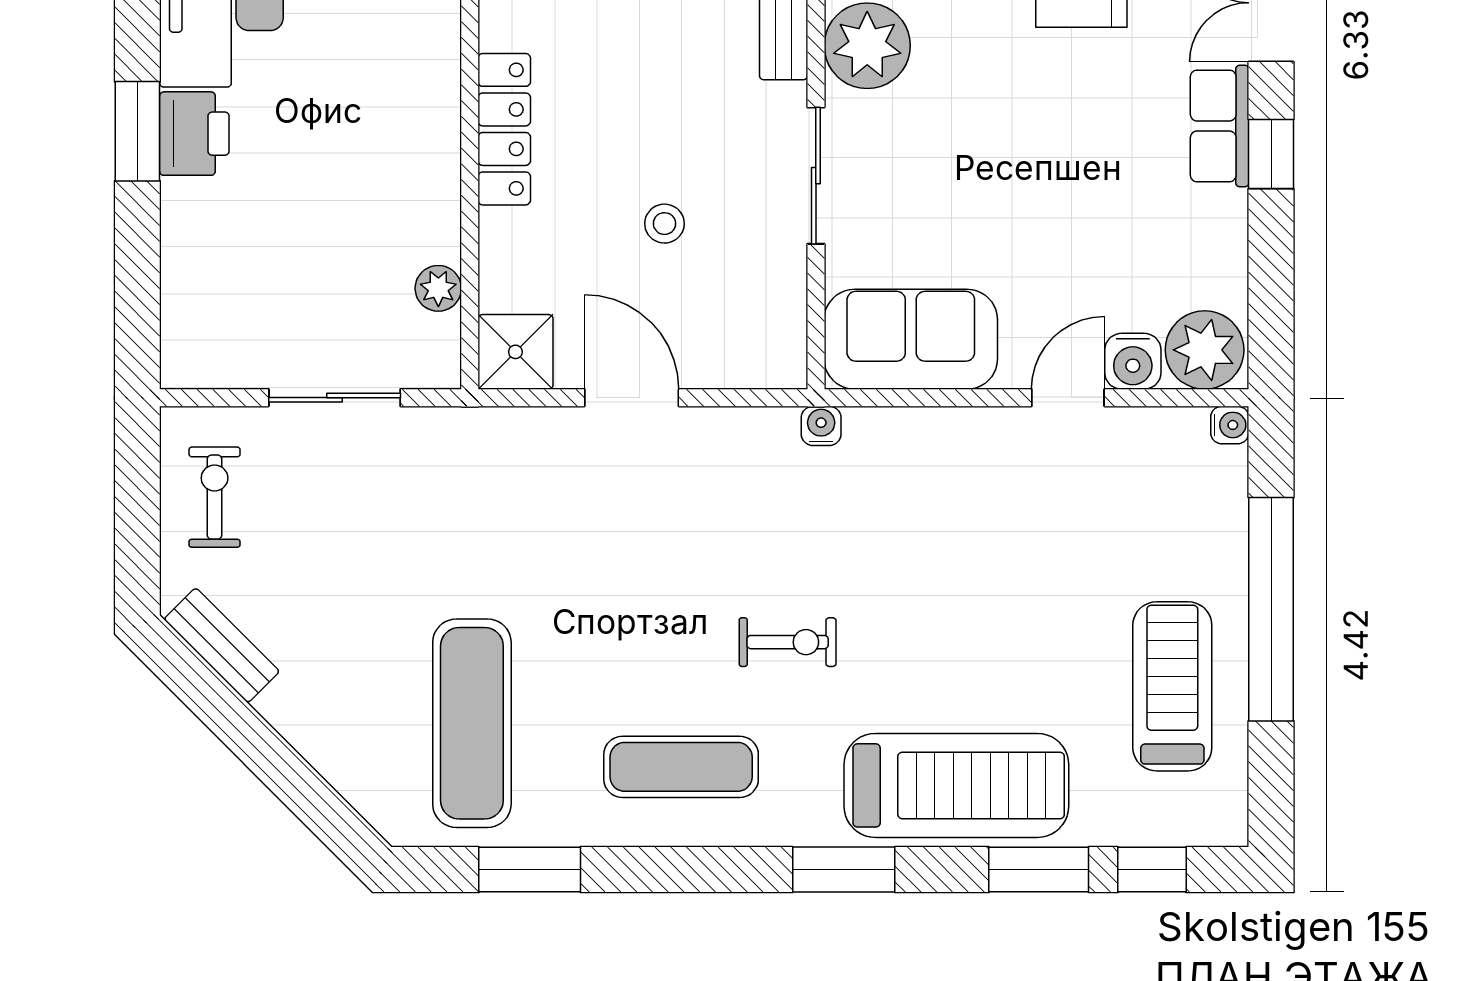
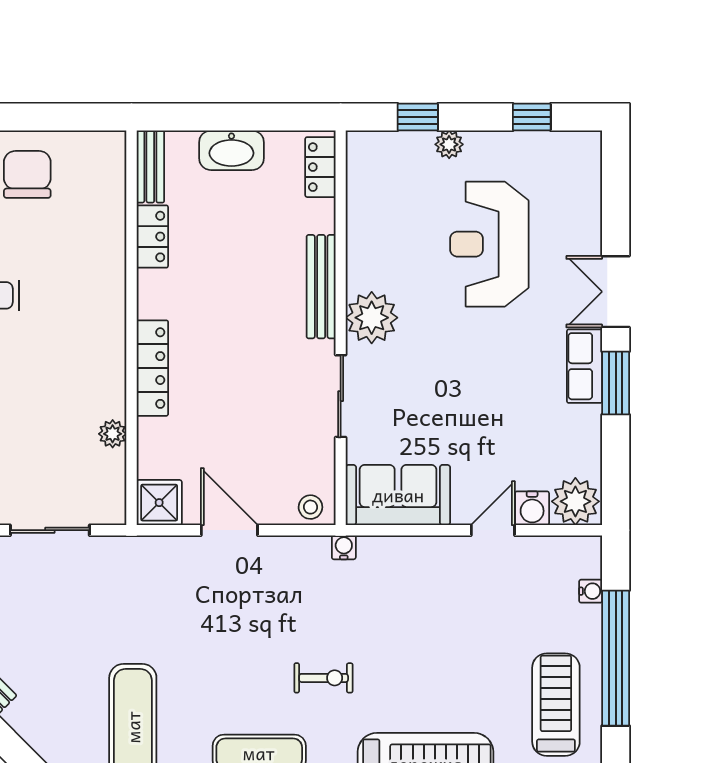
window: (1271, 154) -> (616, 383), width x1.50
stool: (665, 224) -> (310, 507), moved
plant: (438, 288) -> (113, 434), moved
water cooler: (1230, 425) -> (591, 591), moved

